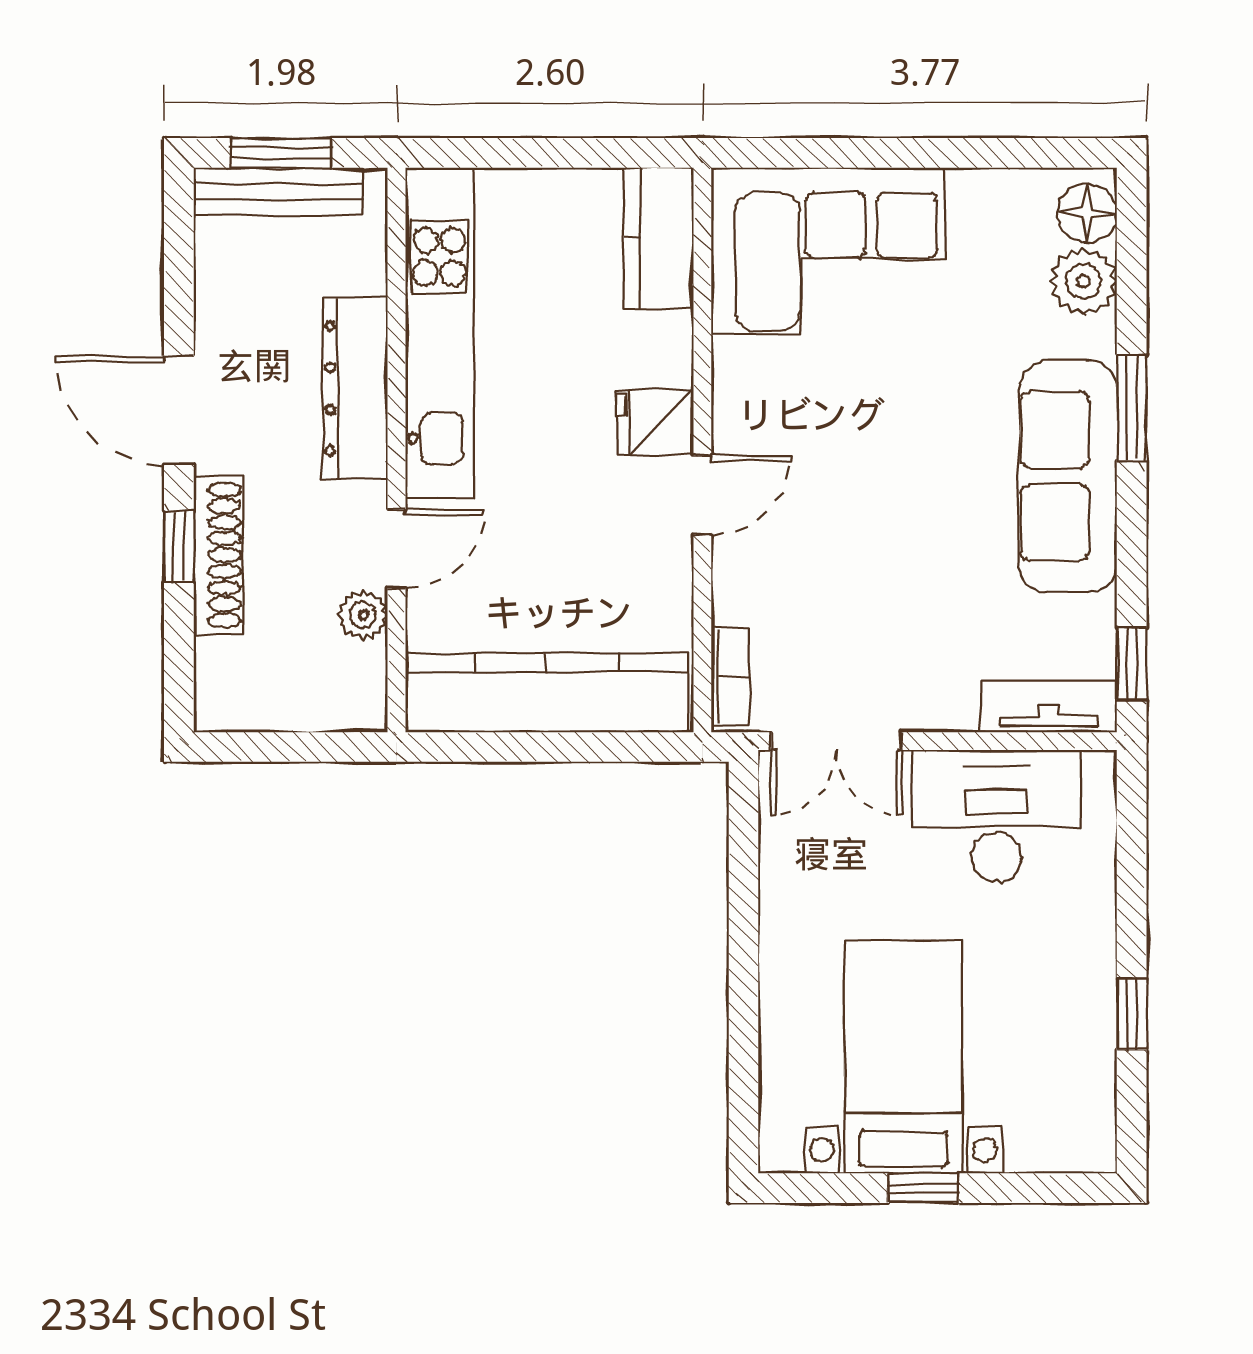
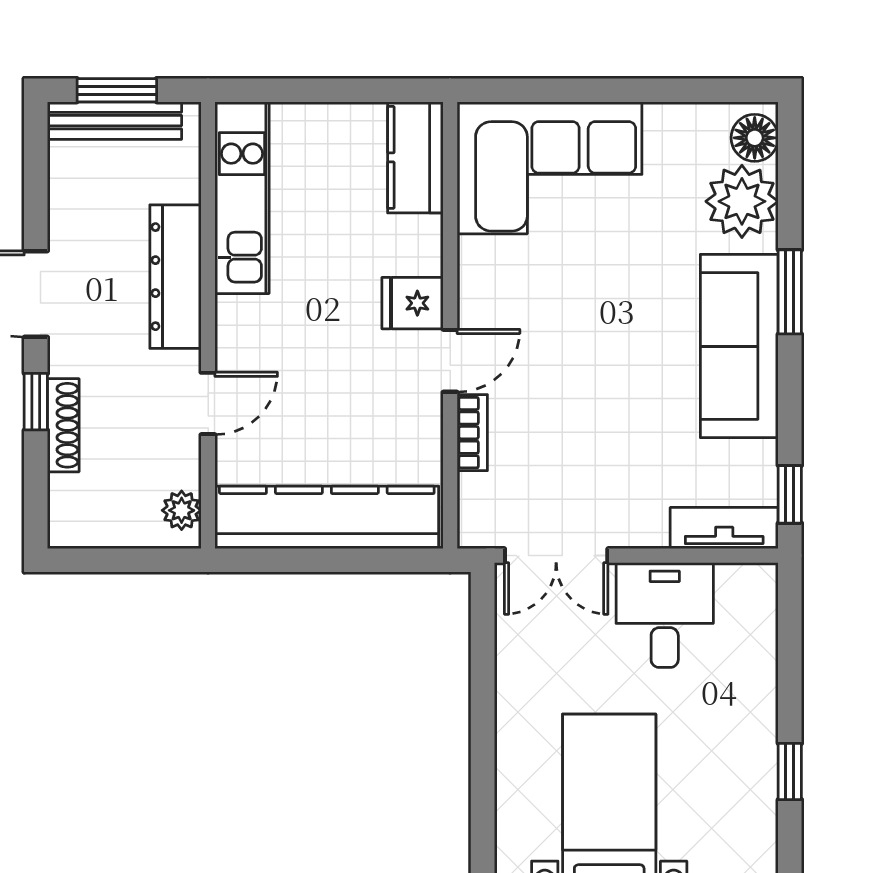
plant: (1083, 281) -> (742, 201), width x1.36, depth x1.36
kitchen unit: (439, 333) -> (242, 198), width x0.73
shoe rack: (218, 555) -> (63, 425), width x0.74, depth x0.81
plant: (363, 615) -> (182, 510), moved
bookcase: (730, 676) -> (472, 433), moved
desk: (996, 816) -> (665, 615), width x0.73

